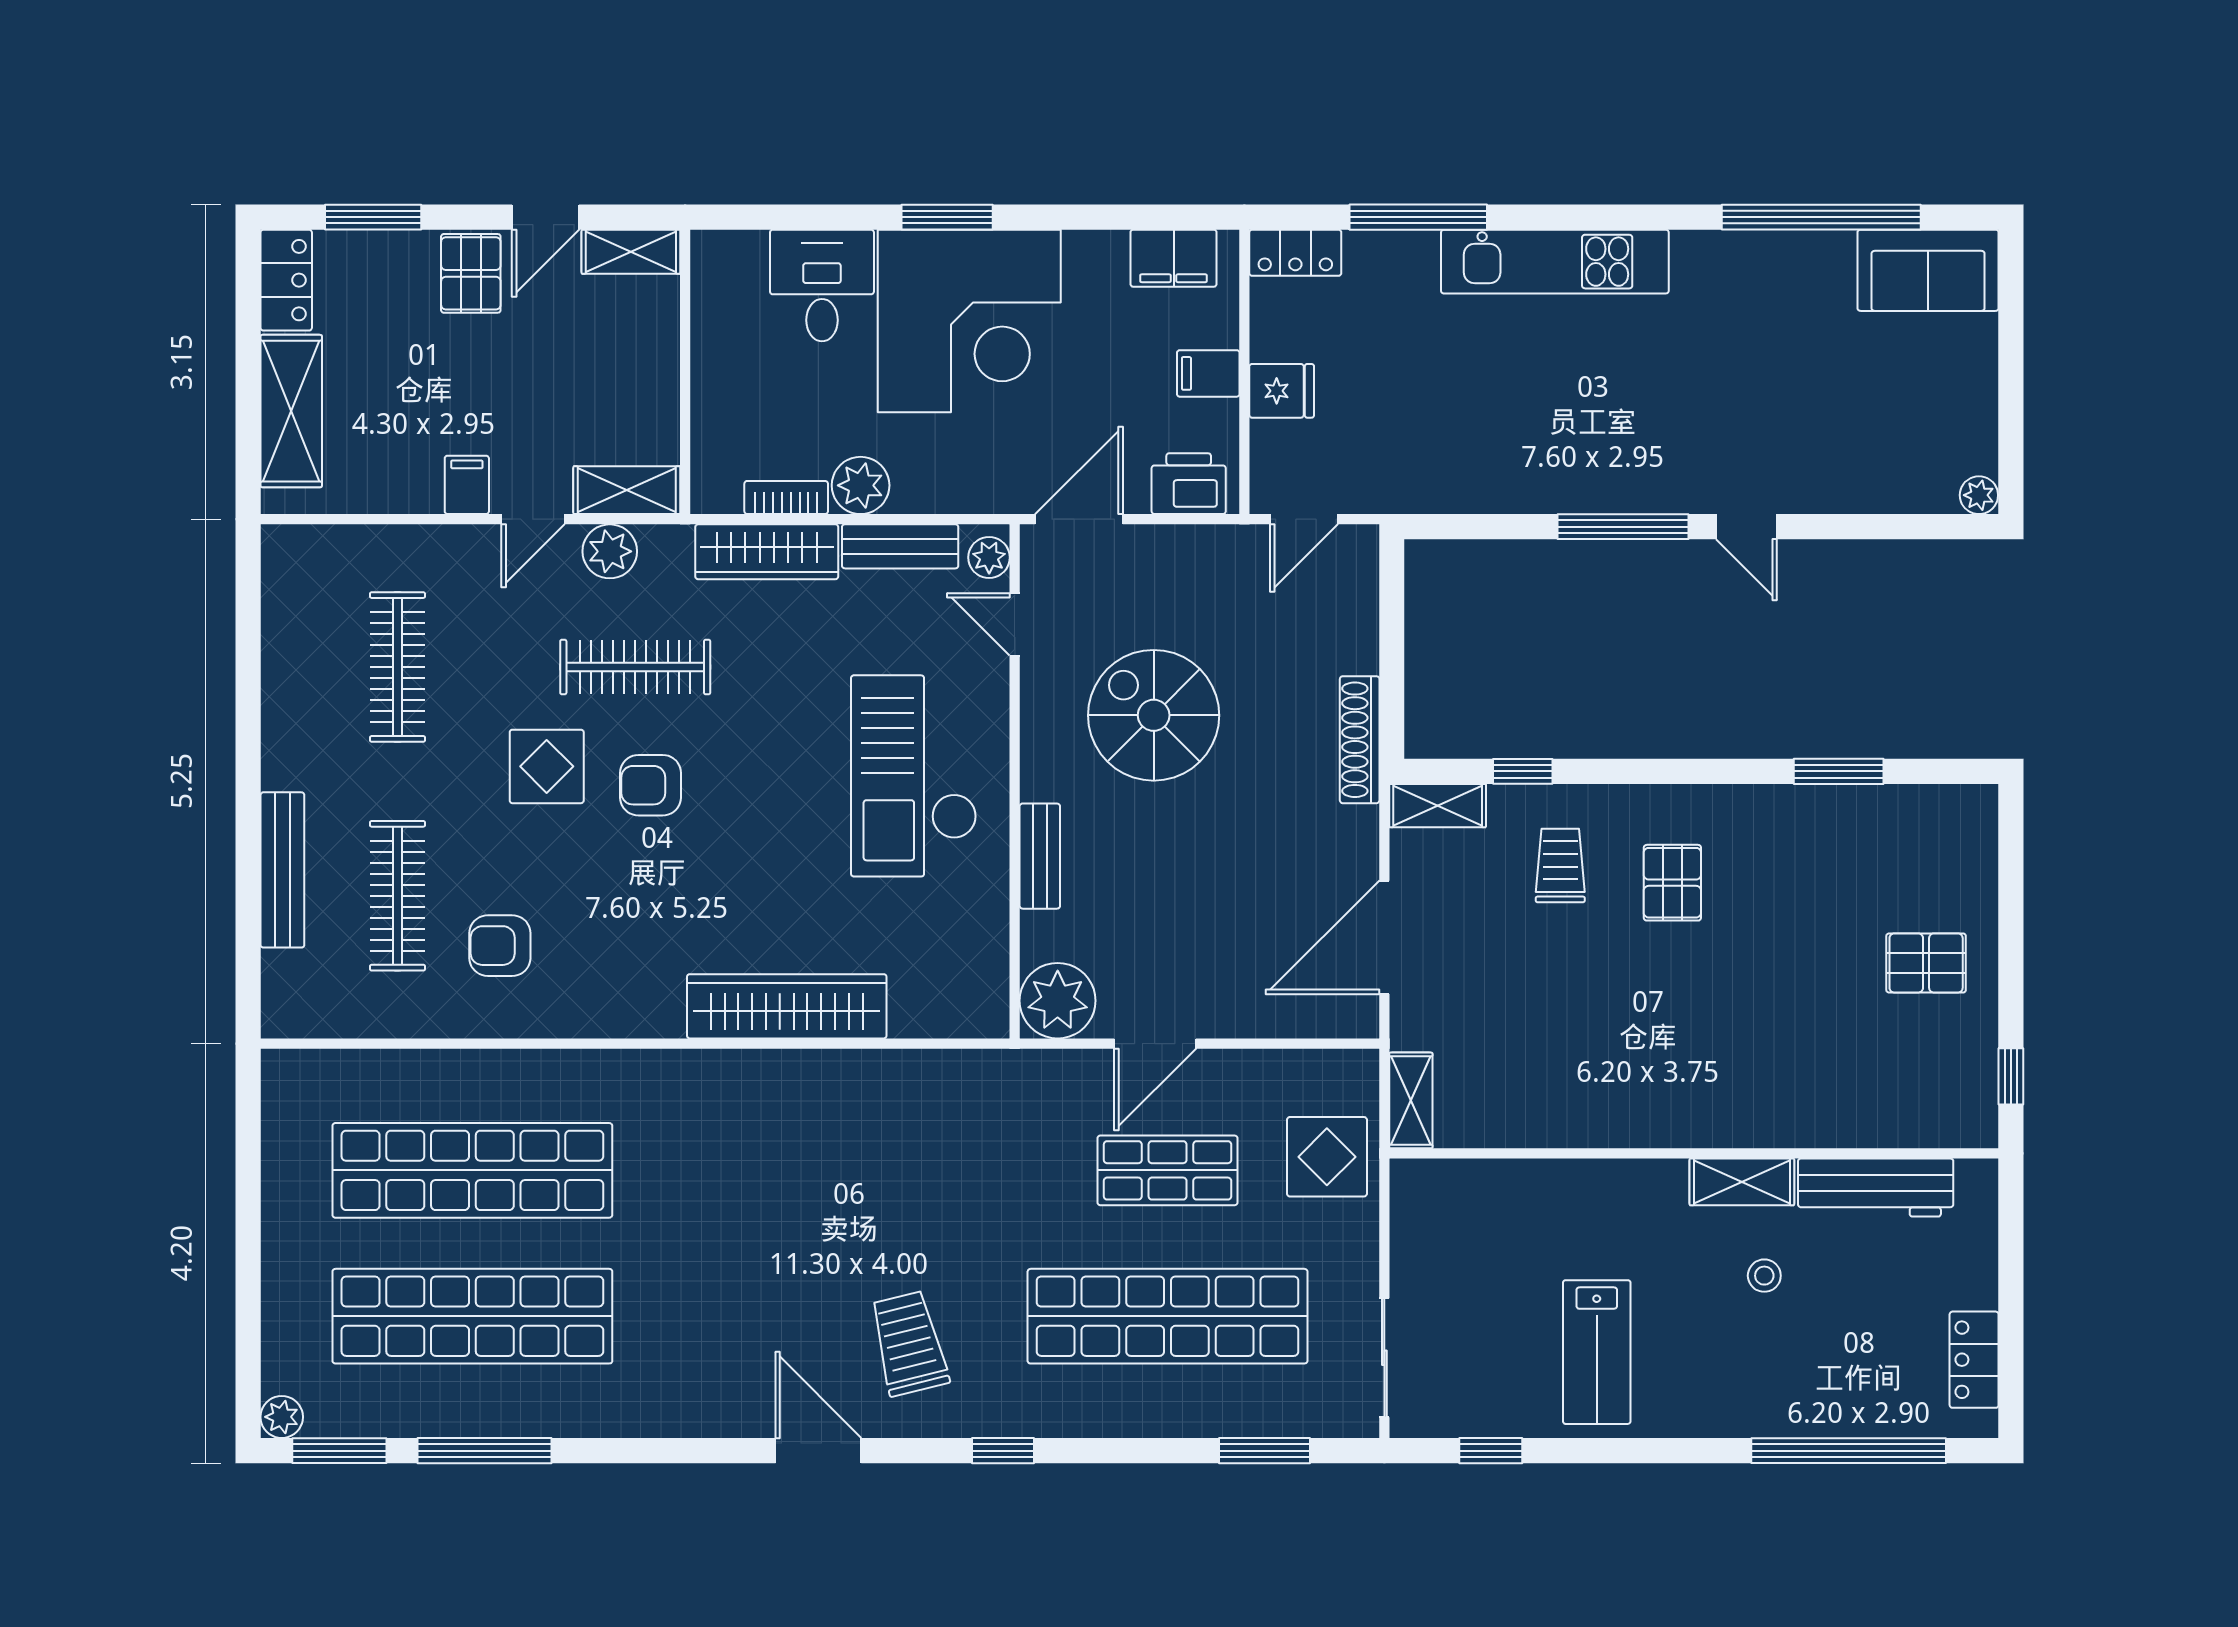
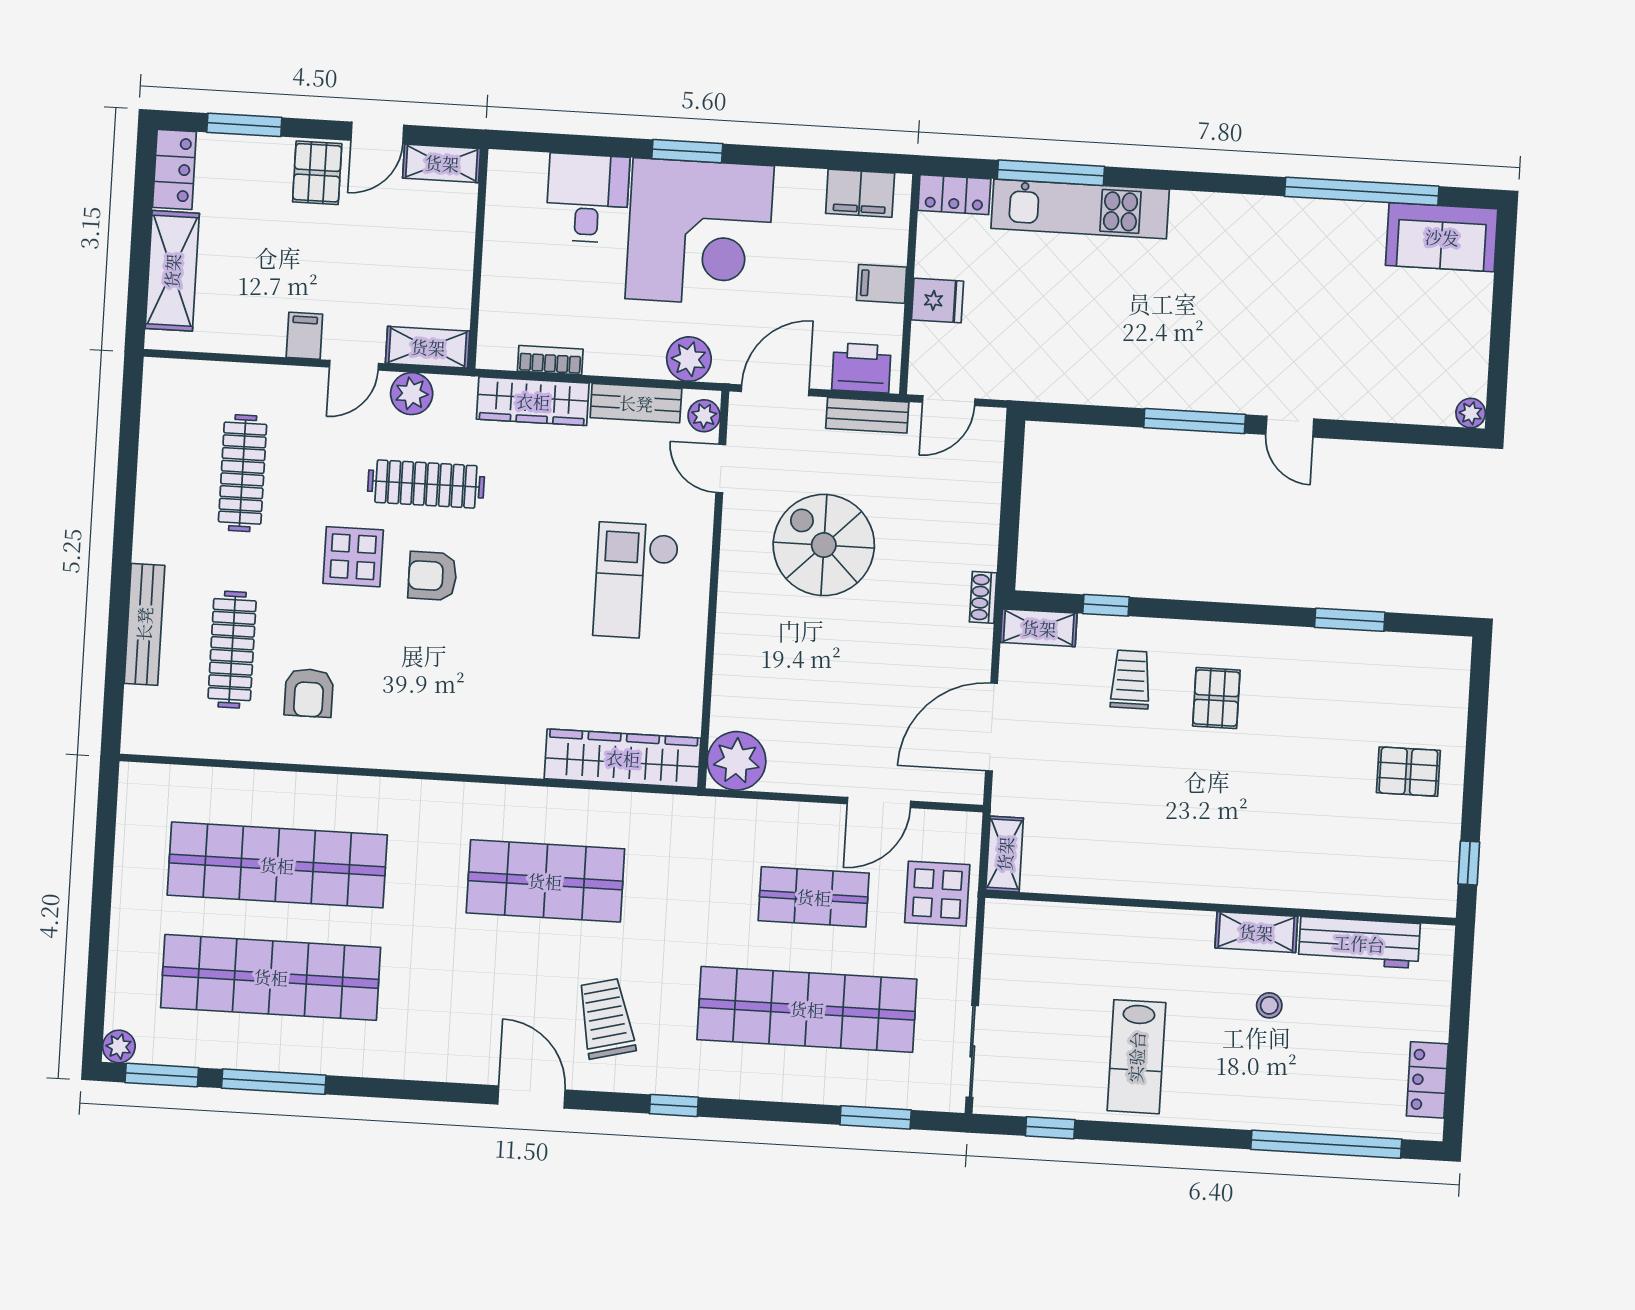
kitchen unit: (1555, 262) -> (1080, 209), moved
plant: (861, 485) -> (689, 359), moved
shoe rack: (1360, 740) -> (983, 597), width x0.51, depth x0.81
checkout: (914, 776) -> (636, 581), width x0.73, depth x0.83
bench: (1040, 856) -> (867, 415), moved, turned 90
armchair: (500, 946) -> (309, 693), turned -90
wardrobe: (787, 1006) -> (623, 758), moved
door: (1155, 1044) -> (879, 803), moved
shop shelf: (820, 1170) -> (545, 881), added

